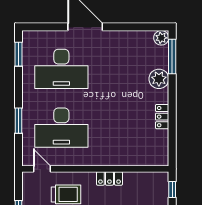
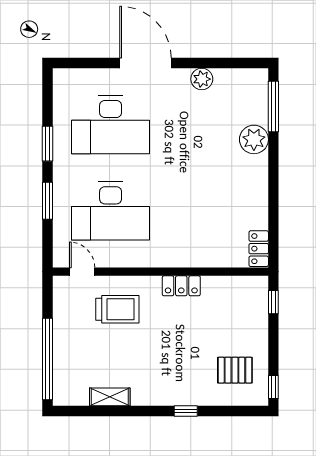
plant: (161, 38) -> (202, 79), moved
window: (18, 54) -> (47, 144), moved
locker: (162, 117) -> (259, 249), moved

